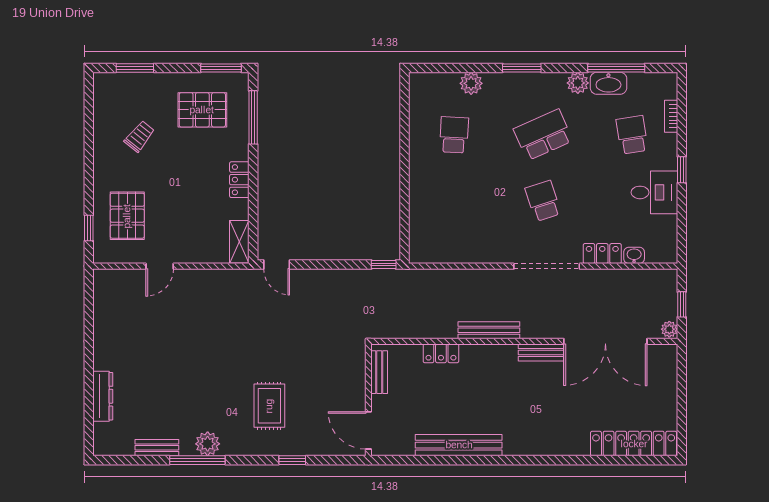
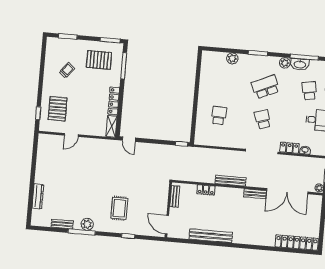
school desk: (454, 135) -> (219, 116), moved
locker: (239, 180) -> (114, 101), width x1.53

